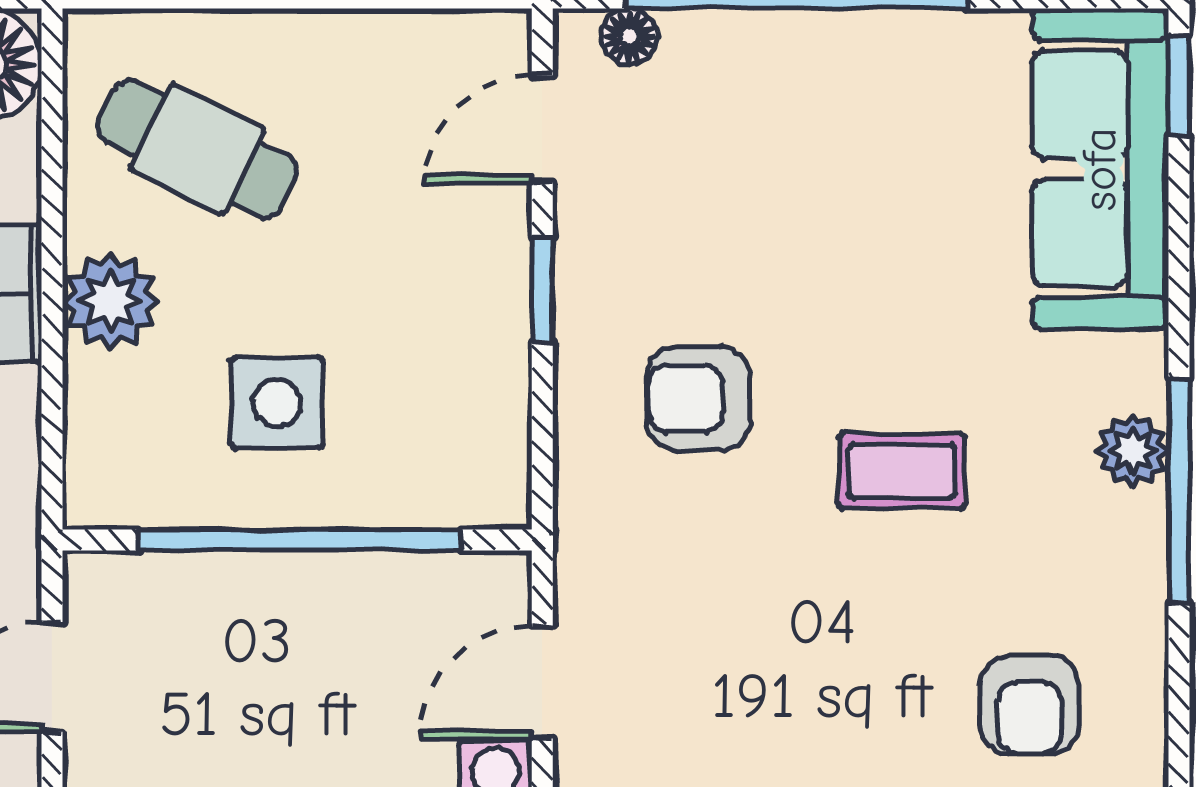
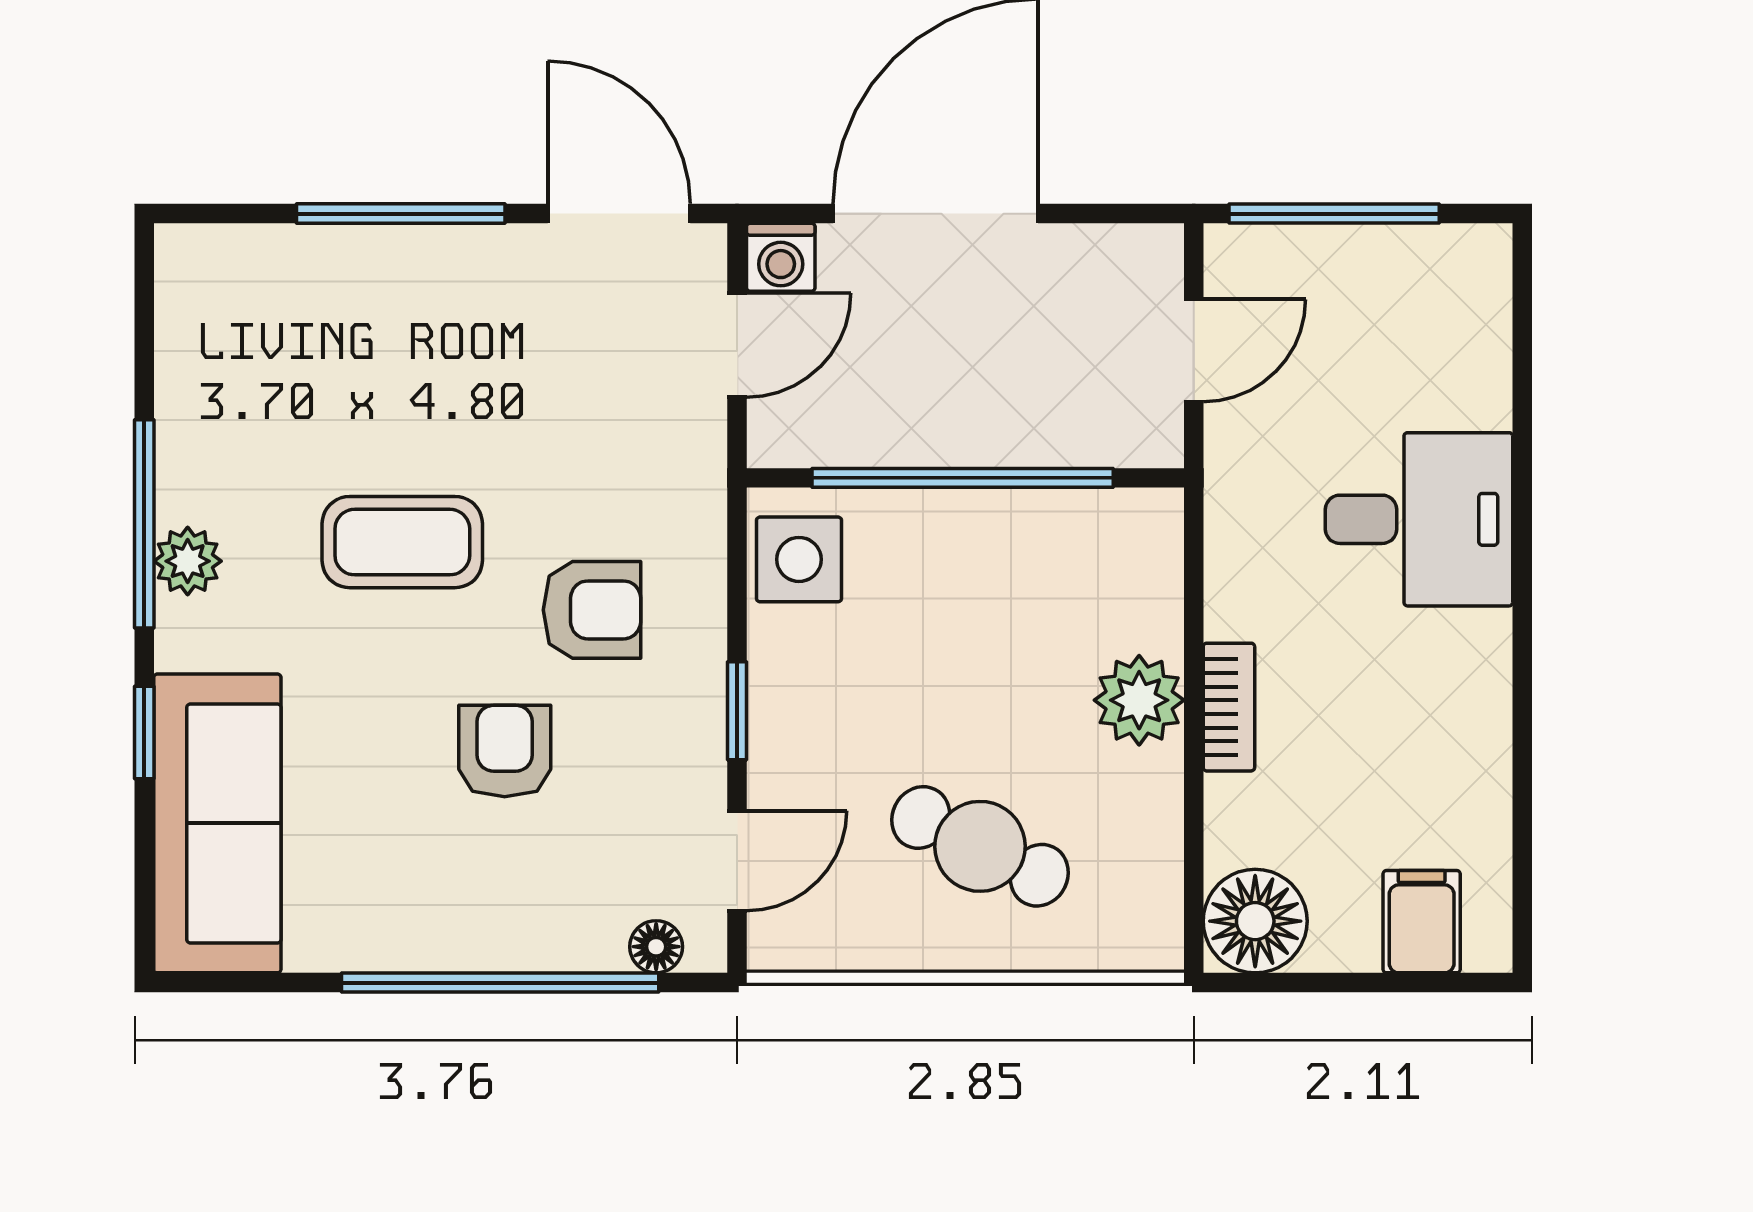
window: (1179, 86) -> (144, 732), moved
cafe table: (197, 149) -> (980, 846), moved
side table: (277, 403) -> (799, 559), moved
coffee table: (902, 471) -> (402, 542), width x1.36, depth x1.30
armchair: (1030, 705) -> (505, 751), moved

